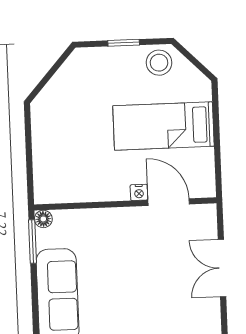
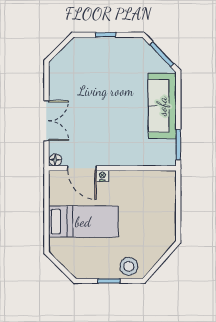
stool: (159, 63) -> (129, 266), moved
floor lamp: (43, 219) -> (55, 160), moved

